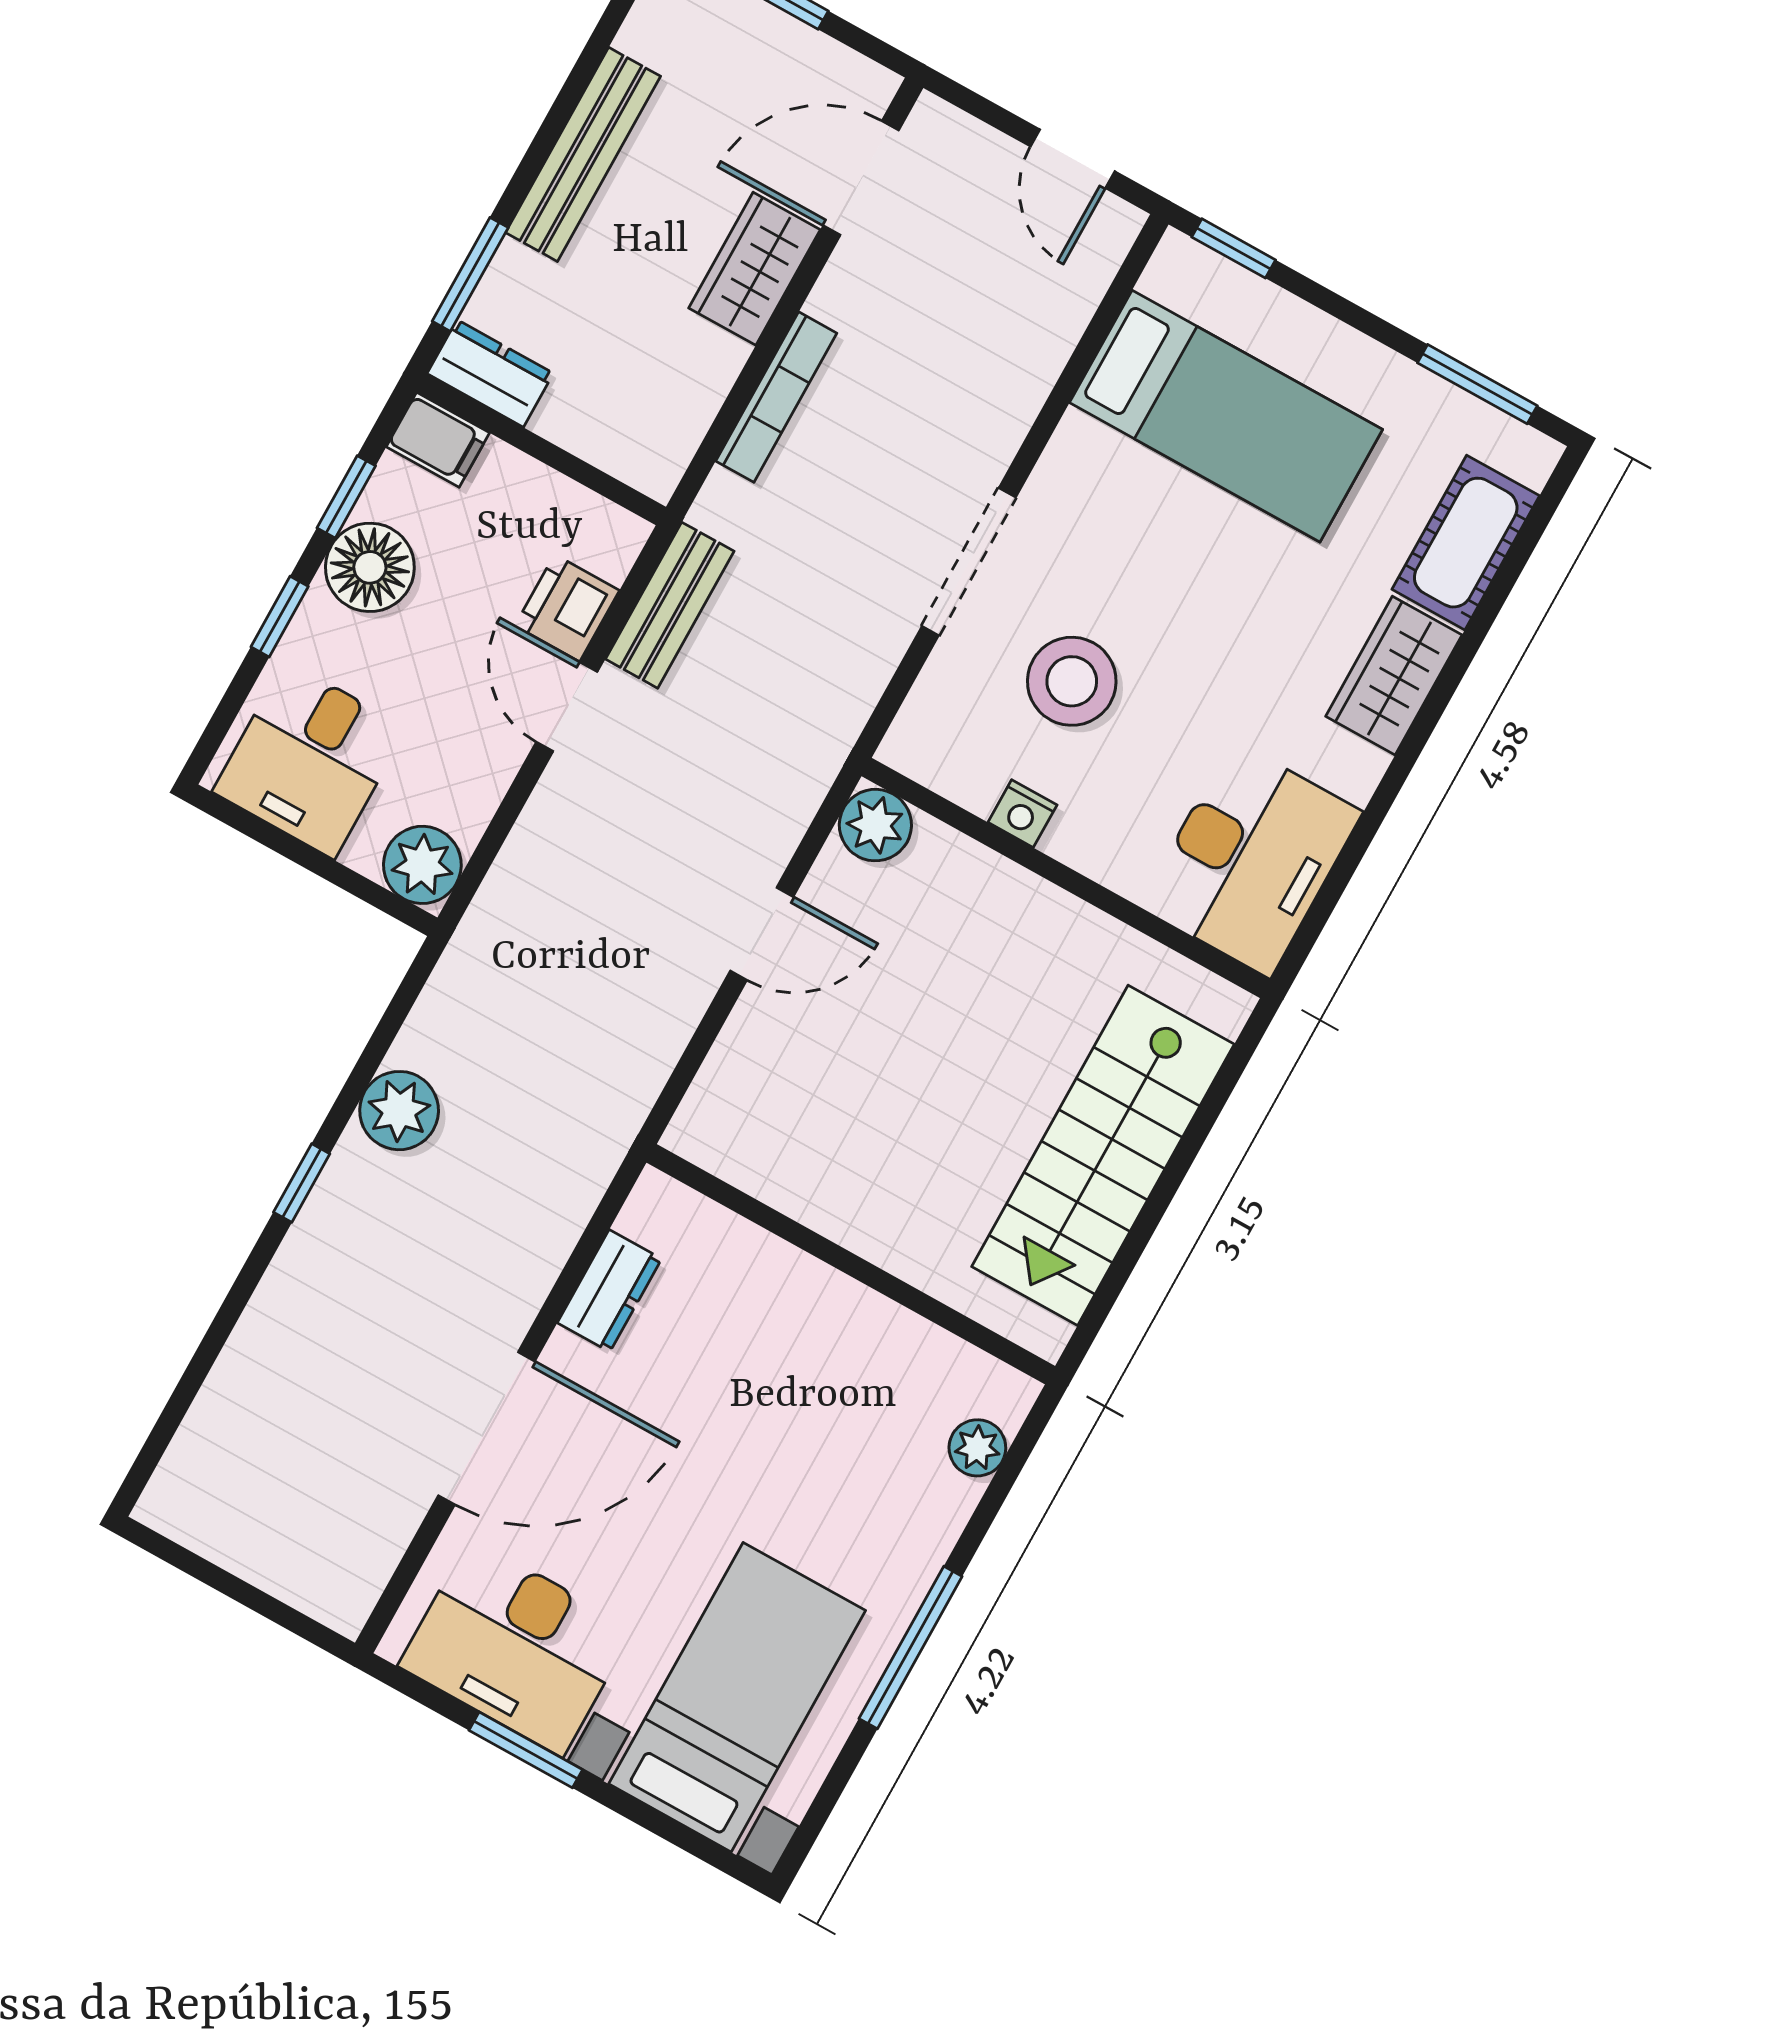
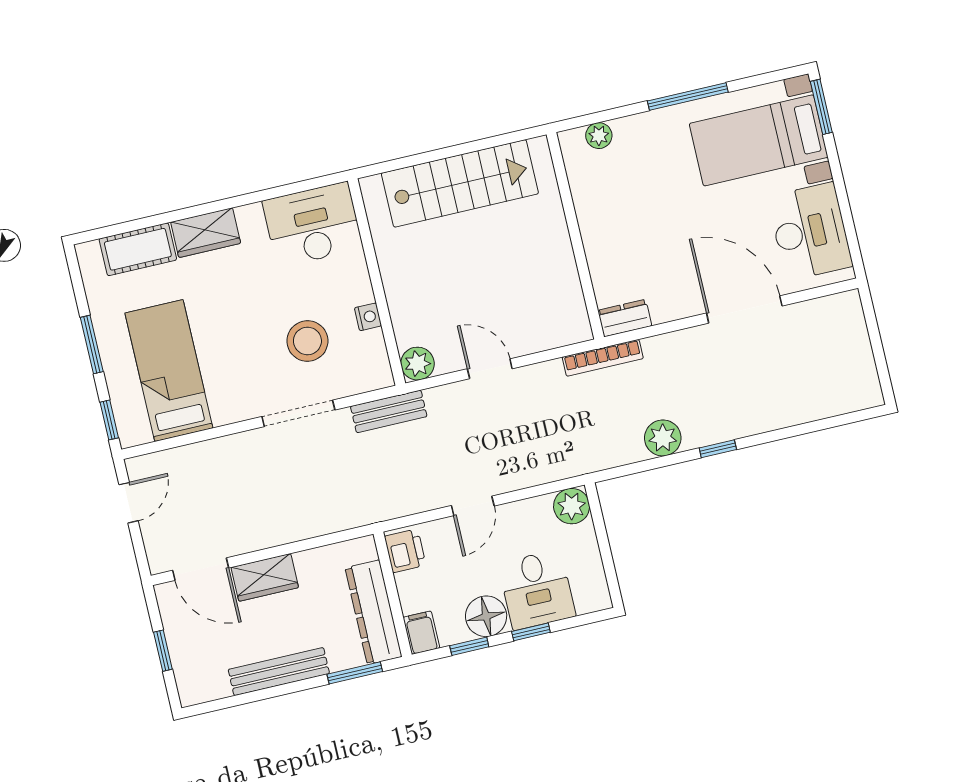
dresser: (490, 373) -> (374, 612), width x1.96, depth x1.24
window: (1477, 384) -> (92, 344), moved
bookcase: (776, 397) -> (603, 358), moved, turned 180
bench: (670, 605) -> (389, 411), moved
printer: (567, 608) -> (405, 551), moved, turned -90
desk: (310, 760) -> (537, 590), moved, turned 90
dresser: (609, 1291) -> (625, 318), moved
window: (526, 1750) -> (821, 107), moved

